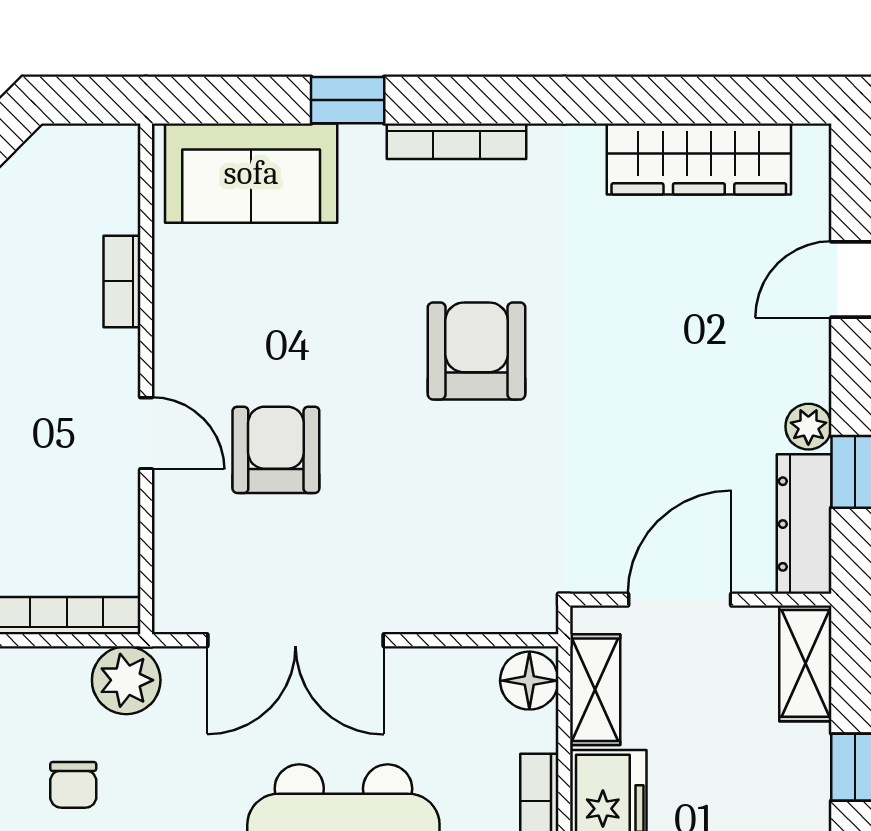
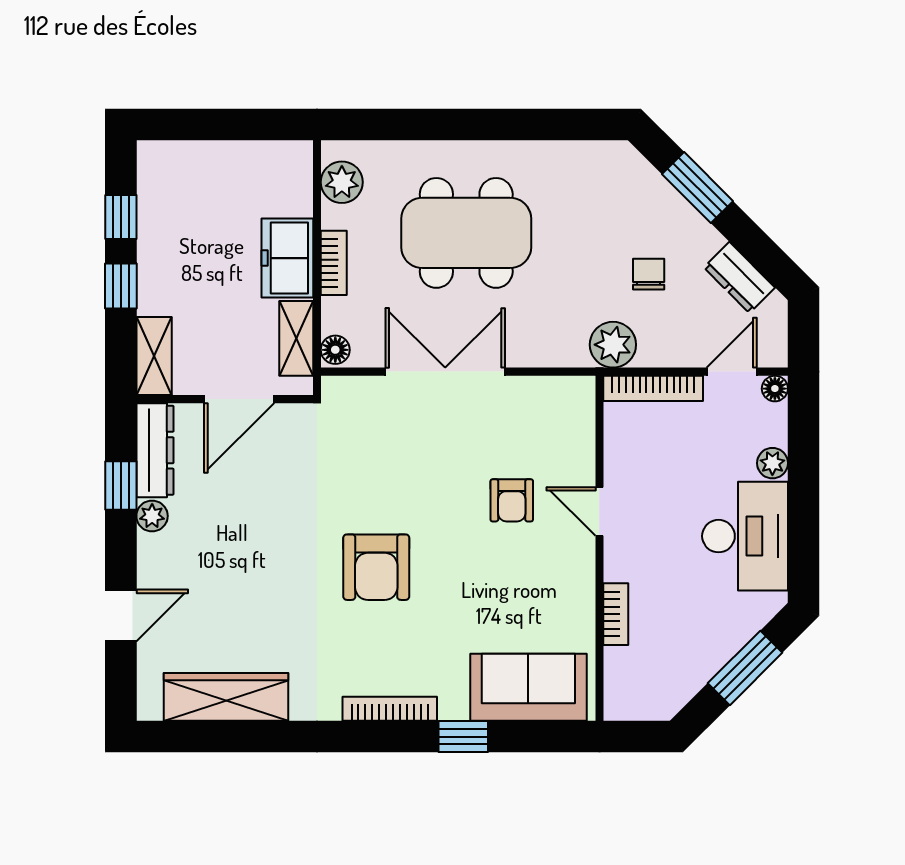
armchair: (276, 450) -> (512, 500), width x0.72, depth x0.72
double door: (295, 640) -> (445, 372), moved
floor lamp: (529, 681) -> (335, 350), width x0.73, depth x0.73

